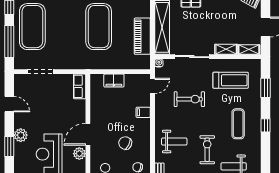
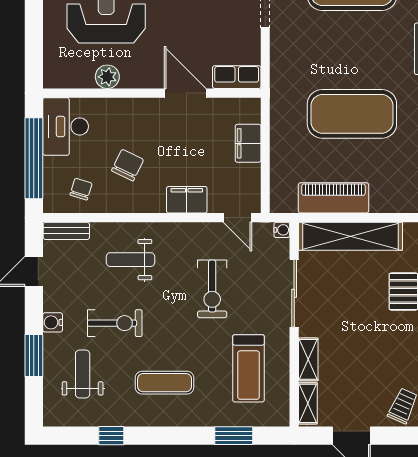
filing cabinet: (143, 112) -> (187, 200), width x2.00
window: (266, 125) -> (111, 436), moved
door: (88, 134) -> (185, 93), moved
weight bench: (174, 142) -> (130, 260), turned 90

